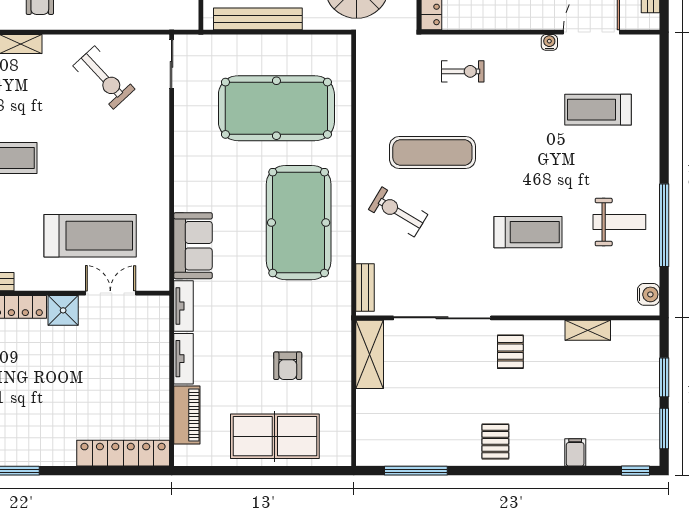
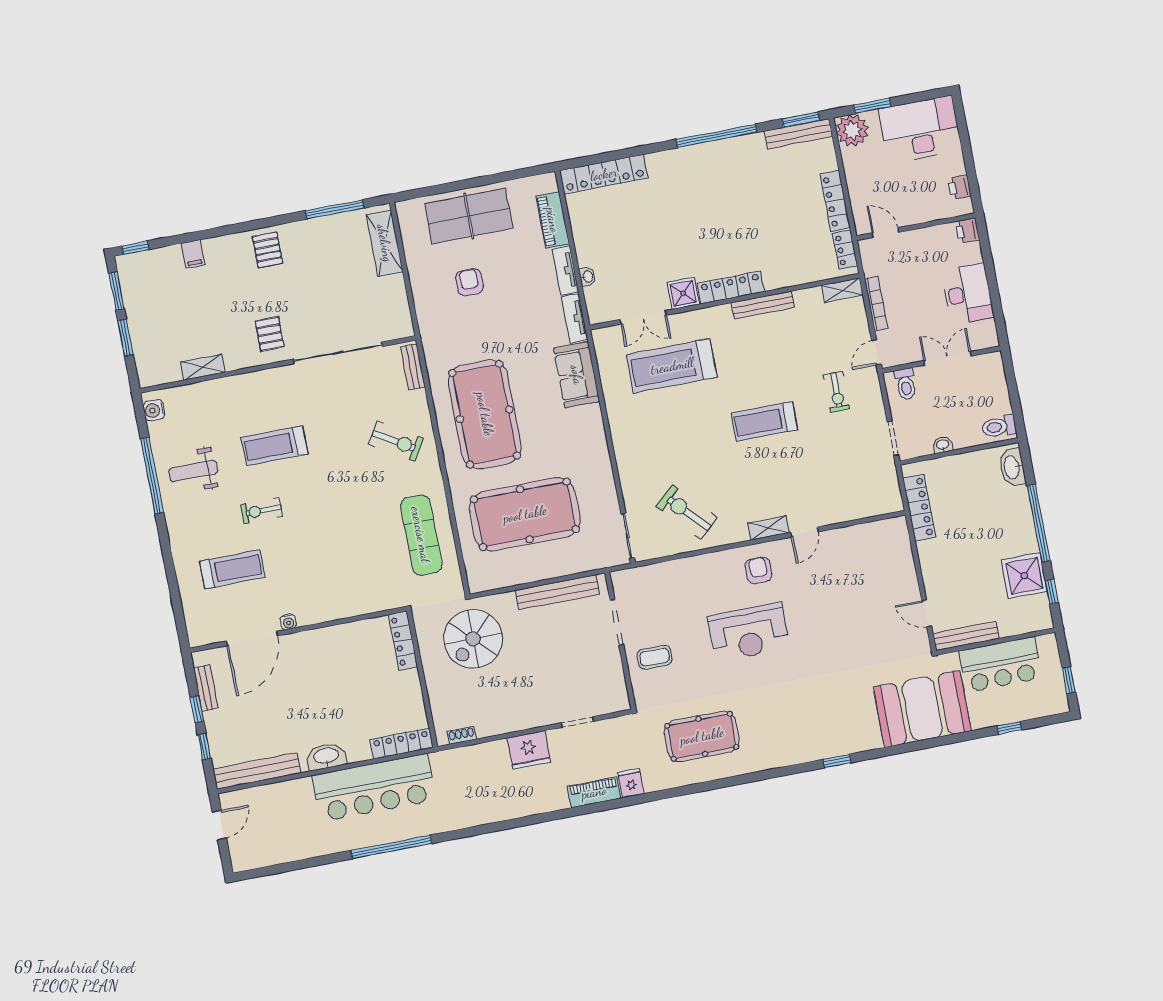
exercise bike: (463, 71) -> (262, 510), moved
exercise mat: (432, 153) -> (421, 535), moved, turned 90
washbasin: (161, 348) -> (587, 277), added
shelving: (370, 354) -> (385, 243), moved

